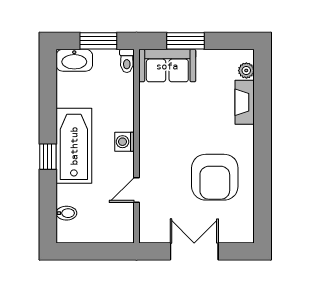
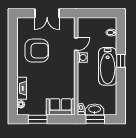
window: (185, 41) -> (38, 119), moved
washbasin: (74, 60) -> (95, 109), moved
washing machine: (124, 142) -> (82, 57), moved
armchair: (215, 177) -> (37, 51), turned 90

